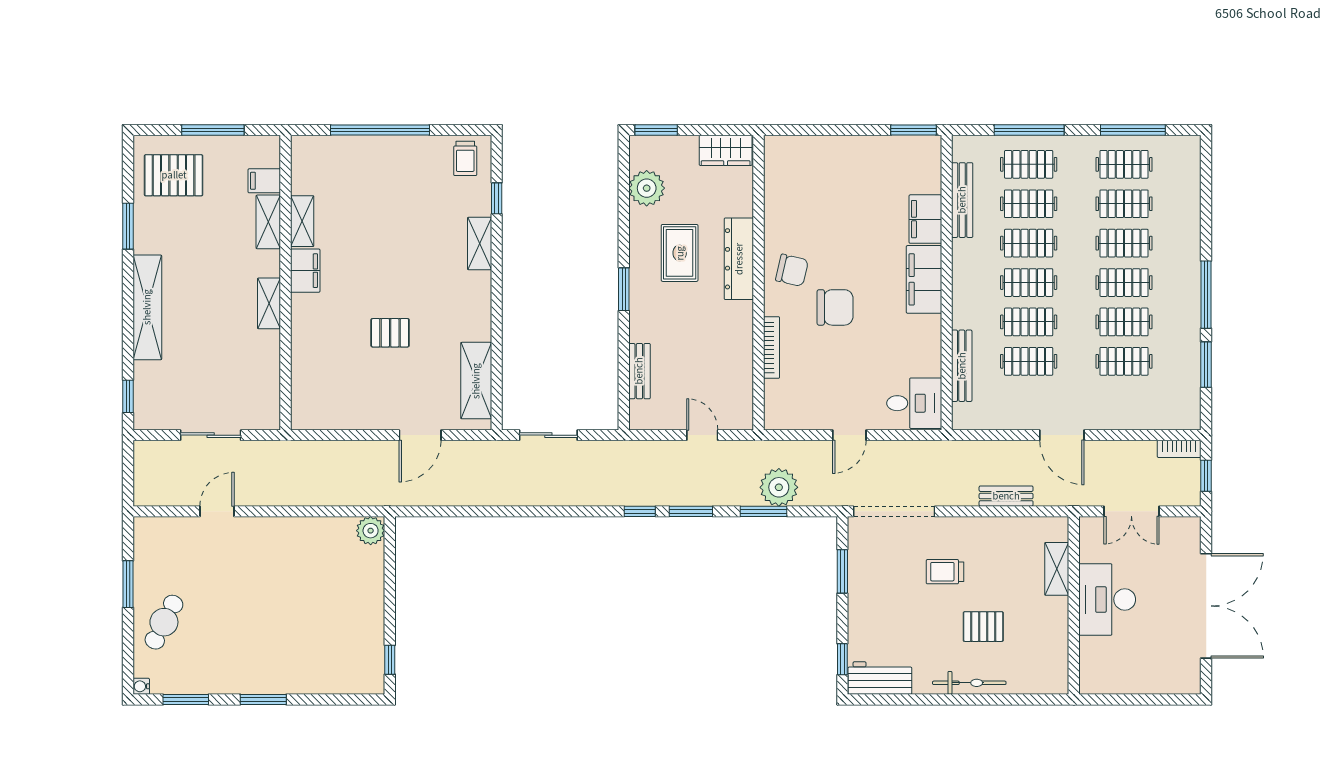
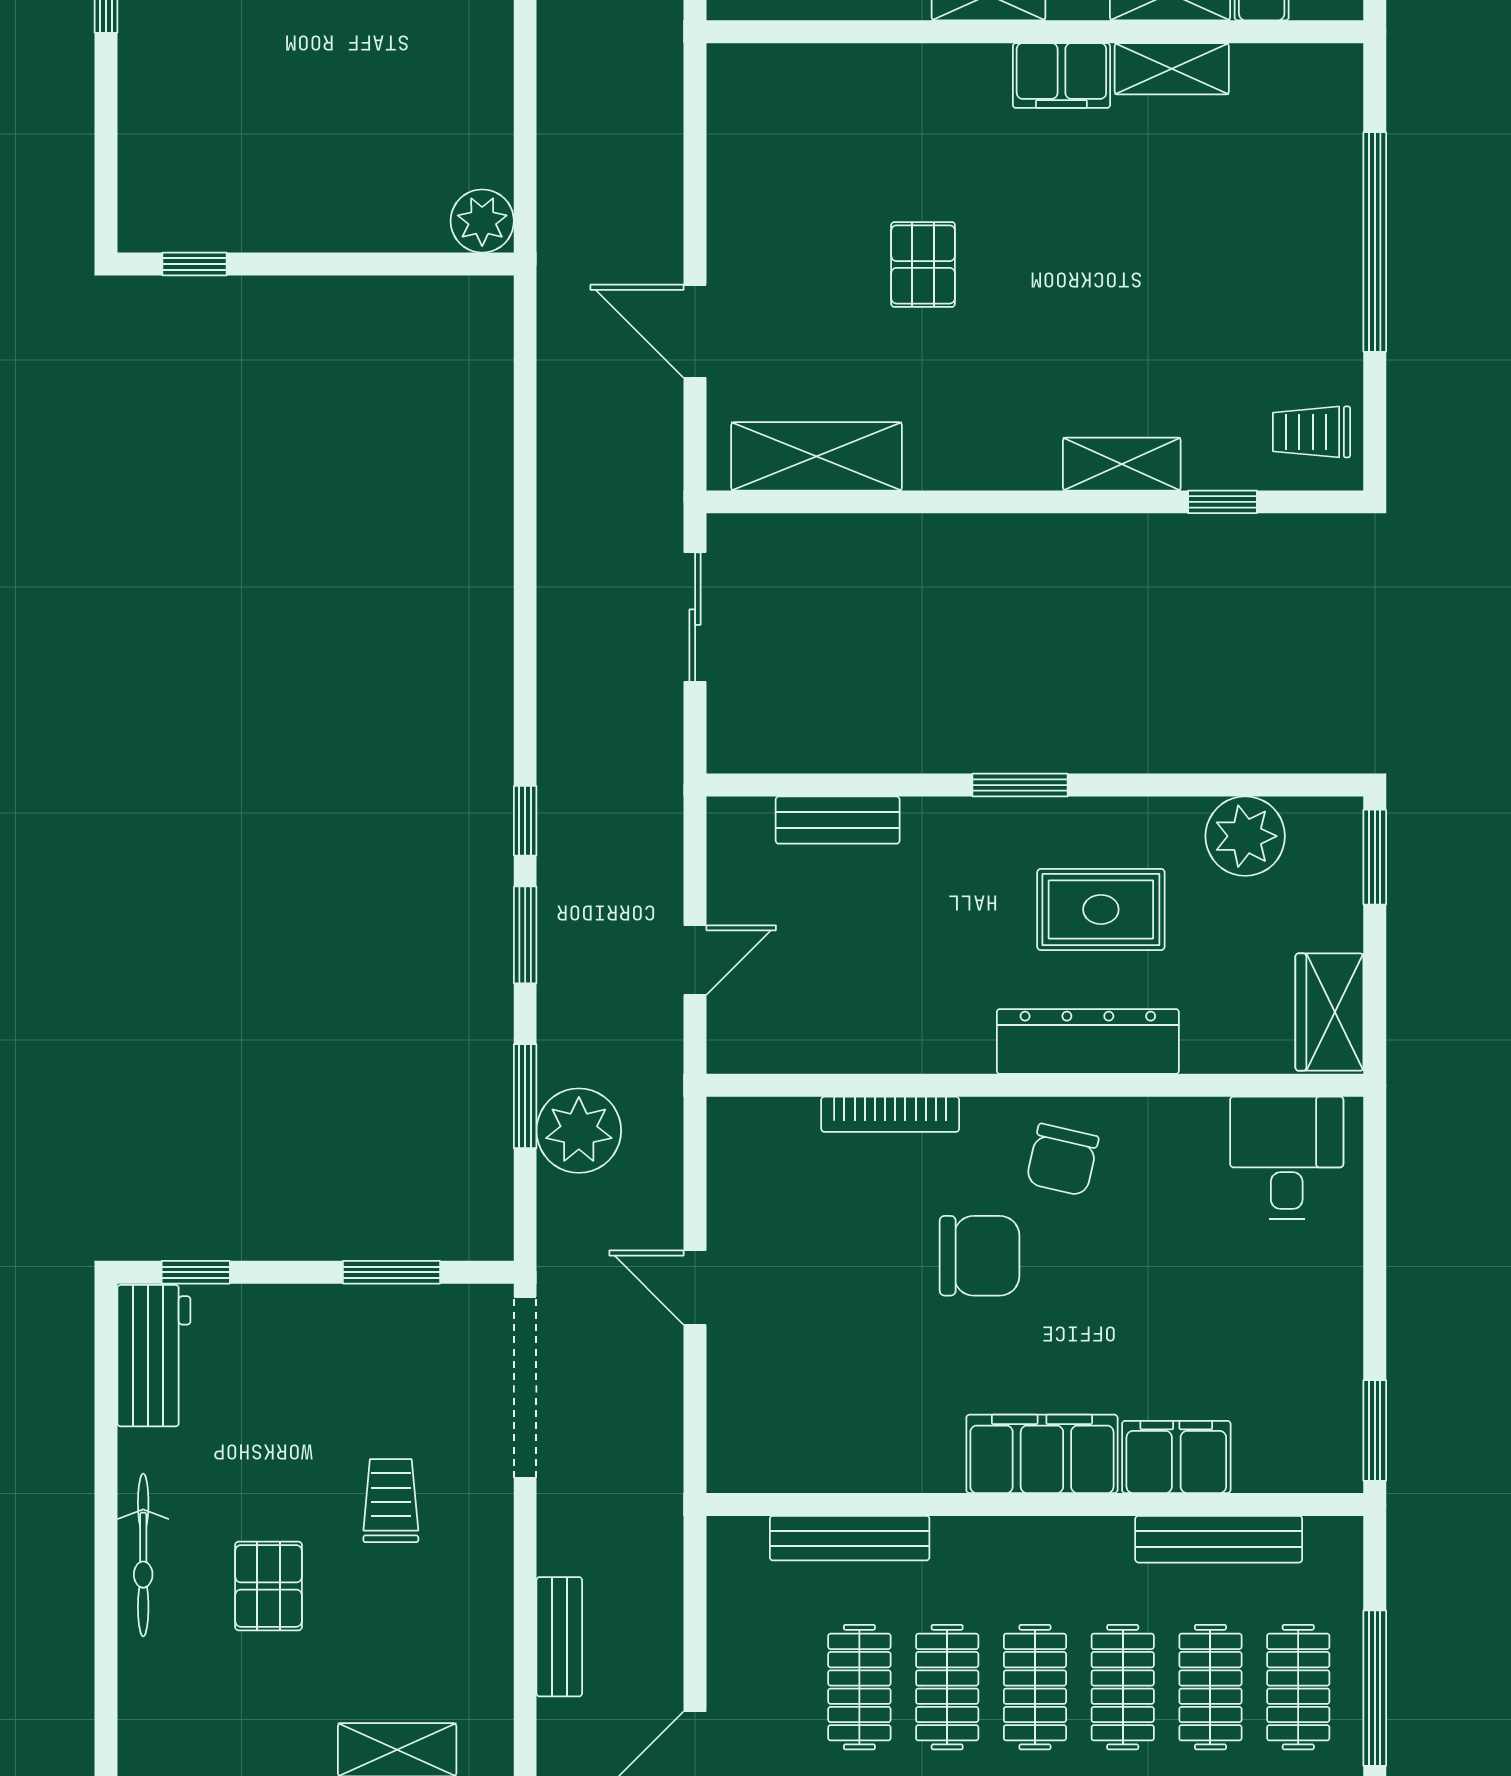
chair: (835, 307) -> (979, 1256), turned -90
desk: (914, 403) -> (1287, 1158), moved, turned 180

